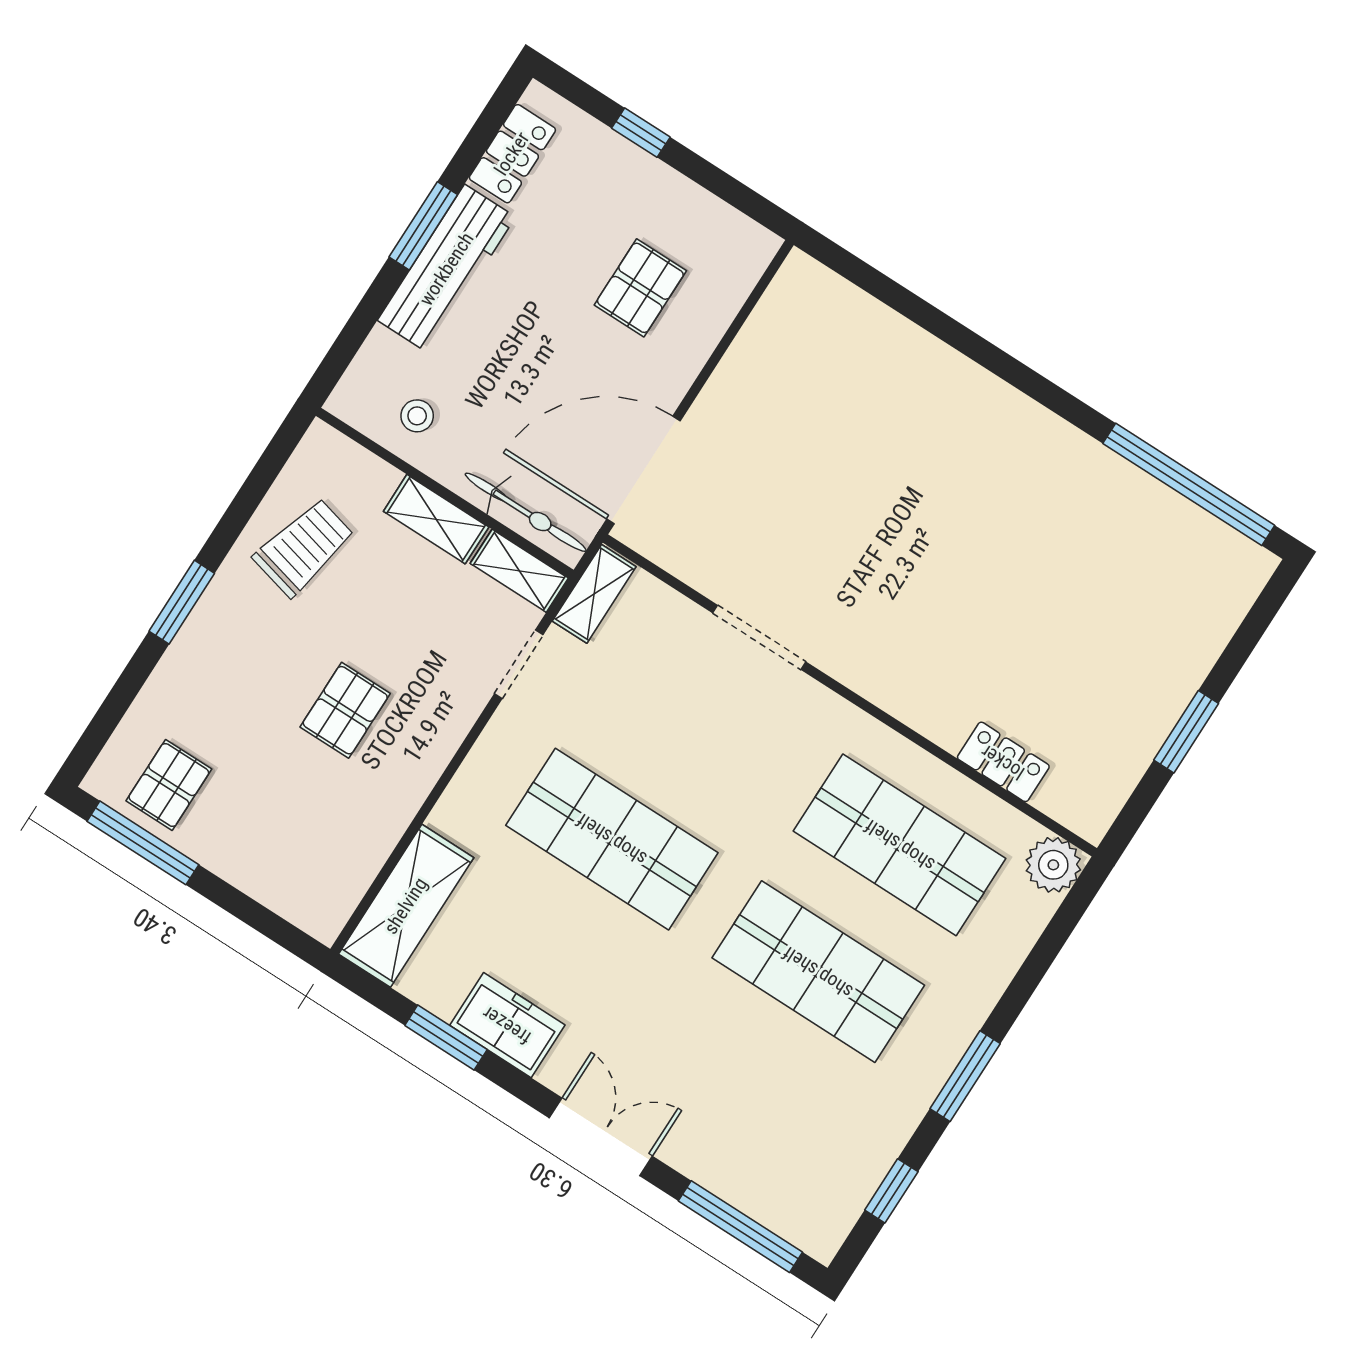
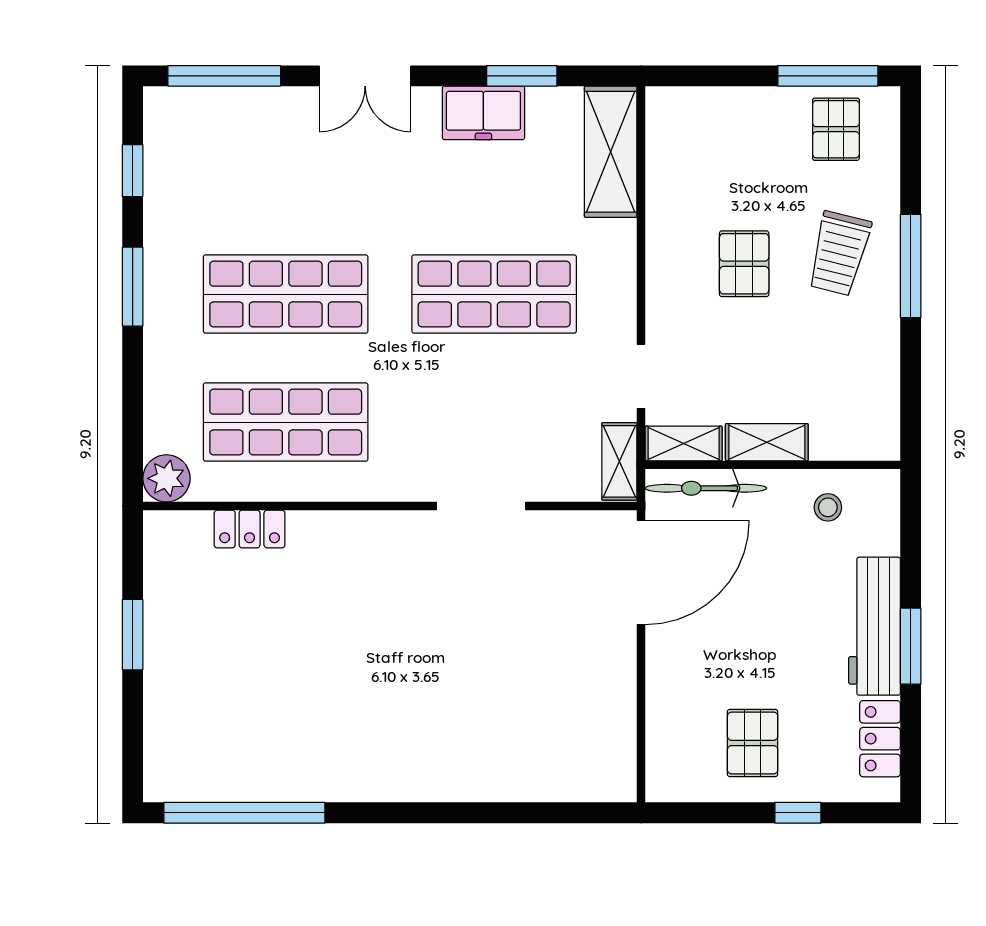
pallet: (640, 288) -> (753, 743), moved
trolley: (304, 547) -> (839, 253), moved
window: (182, 602) -> (911, 266), width x1.44

